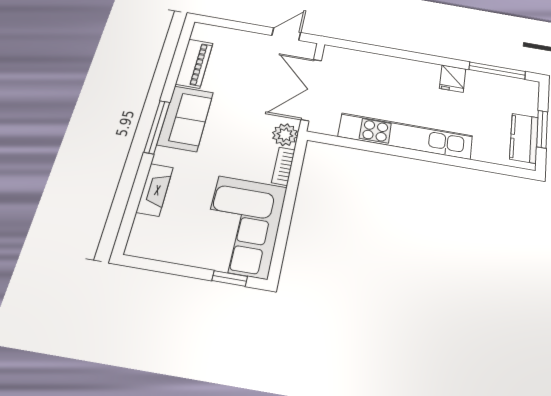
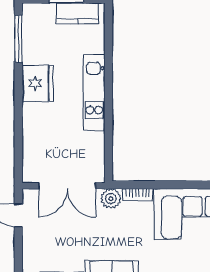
fridge: (453, 79) -> (38, 83), width x1.88, depth x1.34
kitchen unit: (406, 136) -> (94, 93), width x0.73

